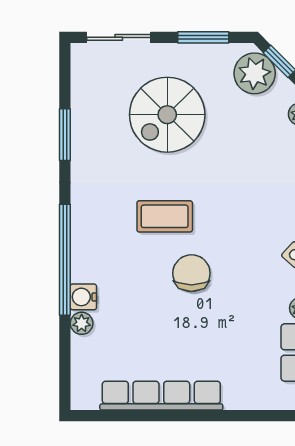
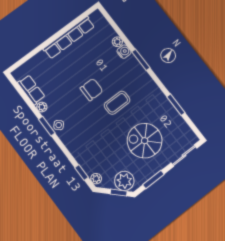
spiral stairs: (167, 115) -> (145, 141), turned -90
window: (65, 260) -> (141, 60), width x0.47
chair: (191, 273) -> (92, 90), turned -90

